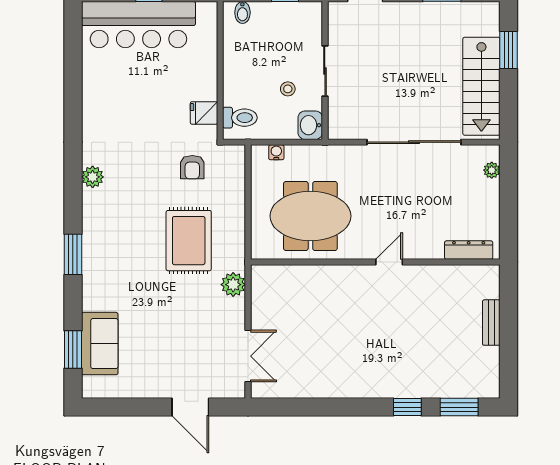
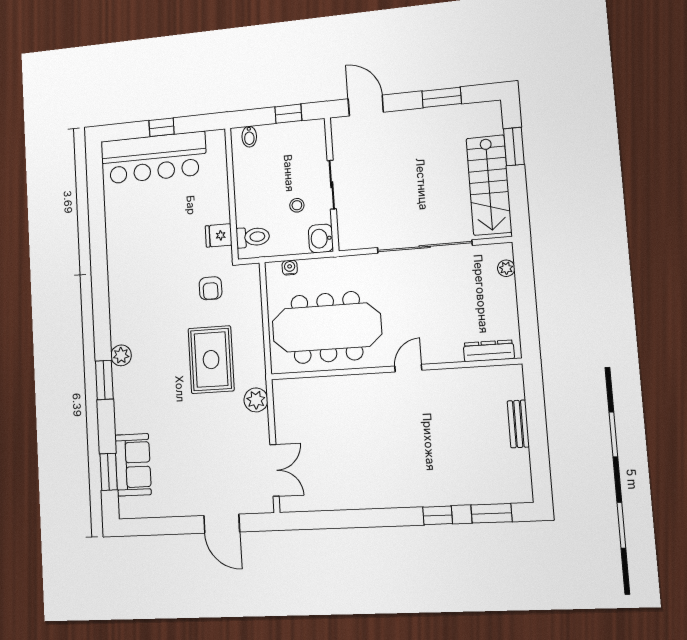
plant: (93, 177) -> (121, 355), moved
meeting table: (310, 216) -> (327, 327), width x1.36

